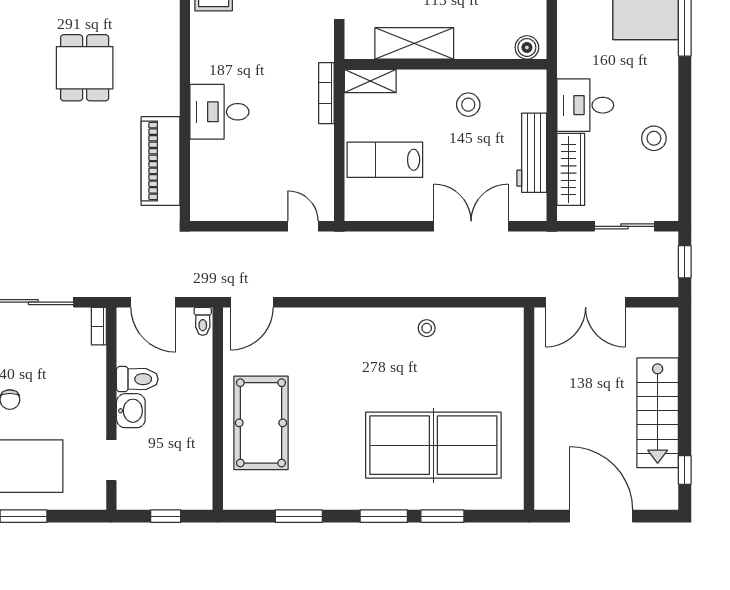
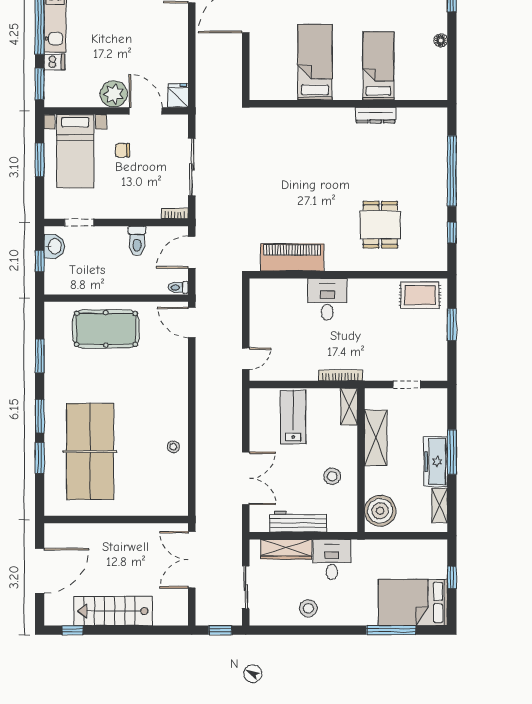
boiler: (527, 47) -> (380, 511), width x1.86, depth x1.86
dining table: (85, 68) -> (380, 225), moved, turned 90
washbasin: (131, 411) -> (54, 246), moved, turned -90

